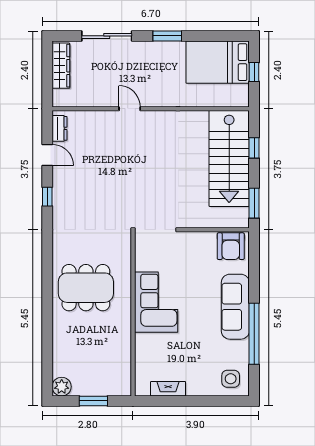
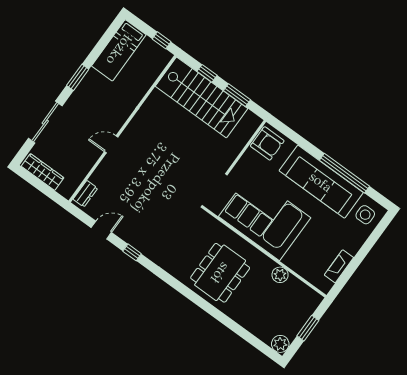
bed: (218, 62) -> (119, 50), width x0.67
window: (254, 72) -> (162, 40), moved
dresser: (59, 128) -> (85, 194), moved, turned 90
window: (254, 203) -> (237, 95), moved
corner sofa: (156, 302) -> (265, 217), width x1.36, depth x1.36
sofa: (235, 307) -> (321, 182), width x1.36, depth x1.27
plant: (123, 342) -> (280, 275), added

